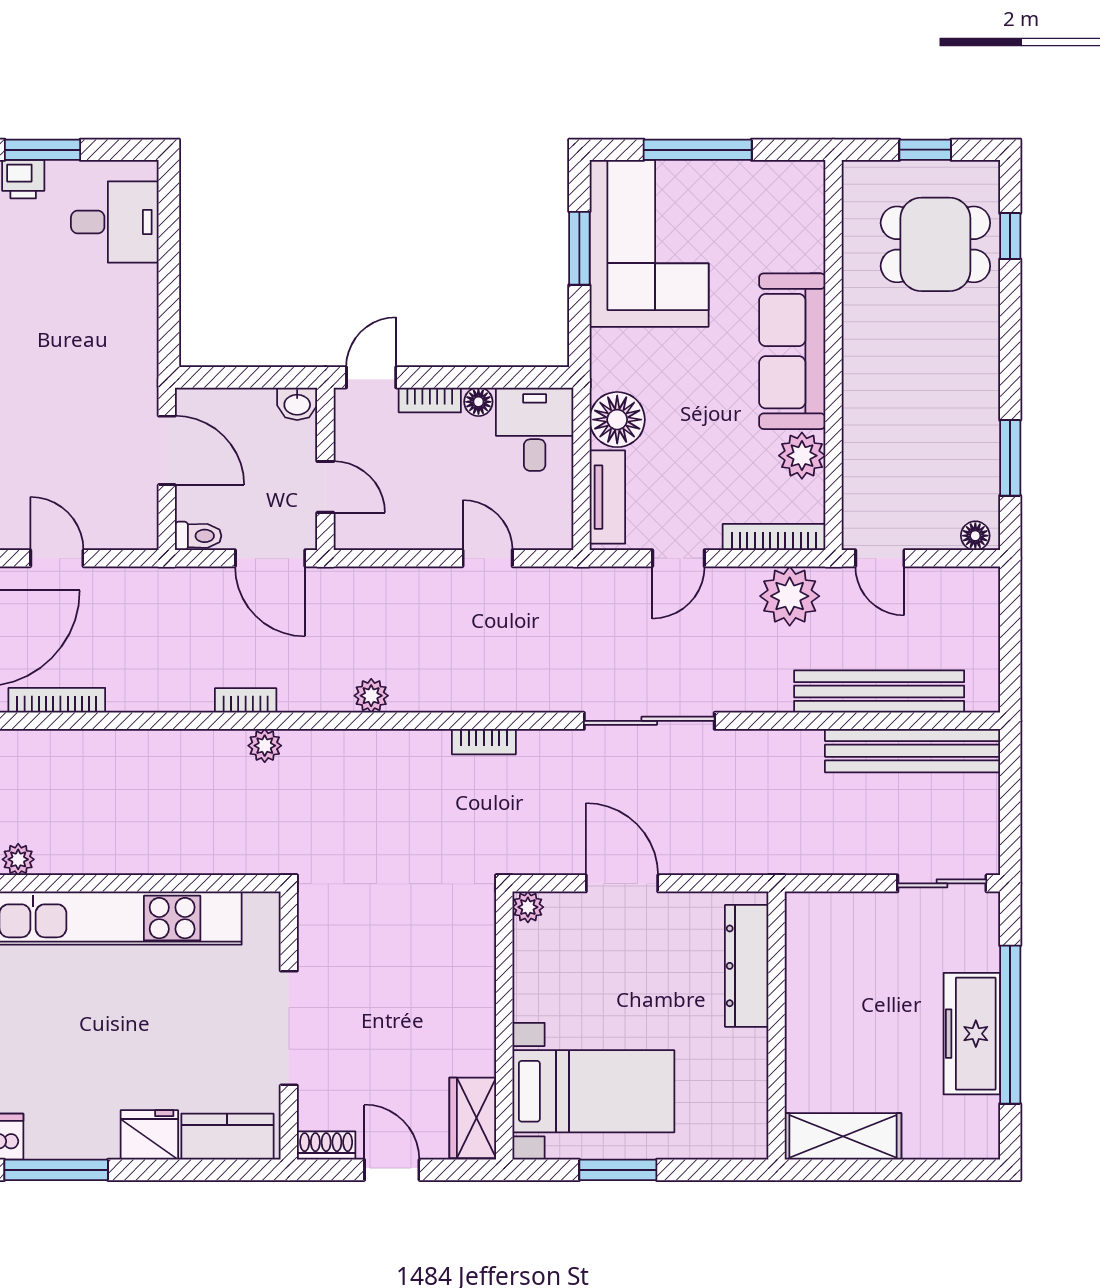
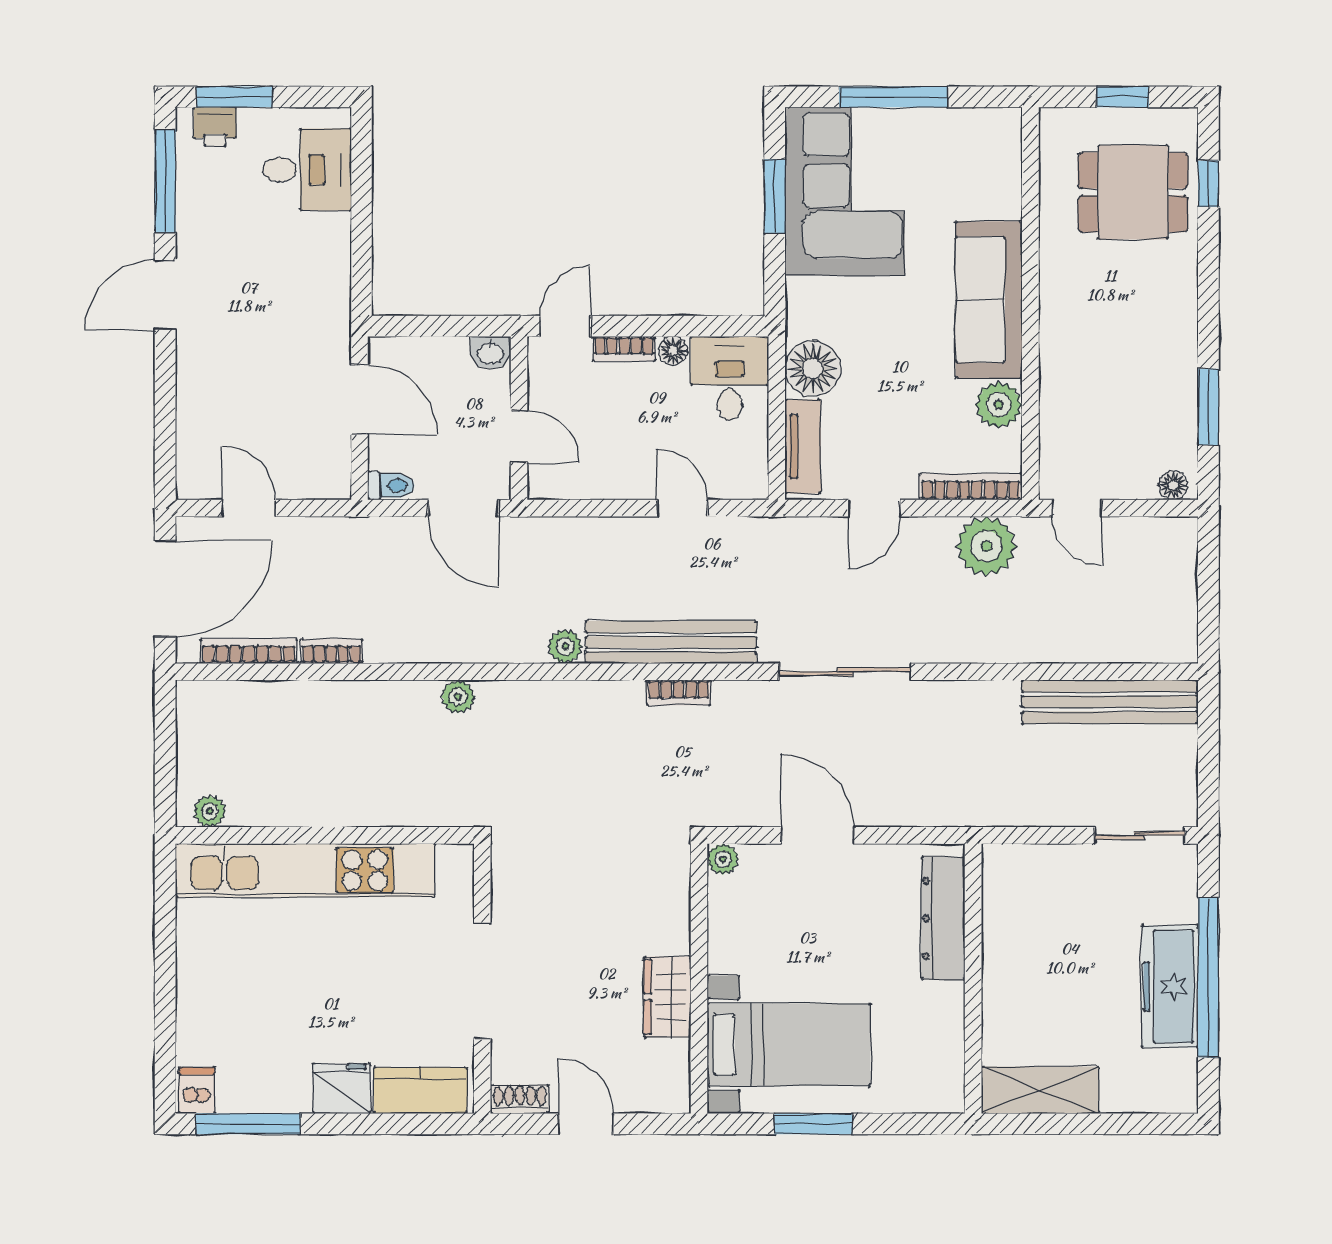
bench: (879, 692) -> (671, 642), moved
bookcase: (246, 700) -> (332, 651), moved
wardrobe: (473, 1118) -> (667, 997), moved

